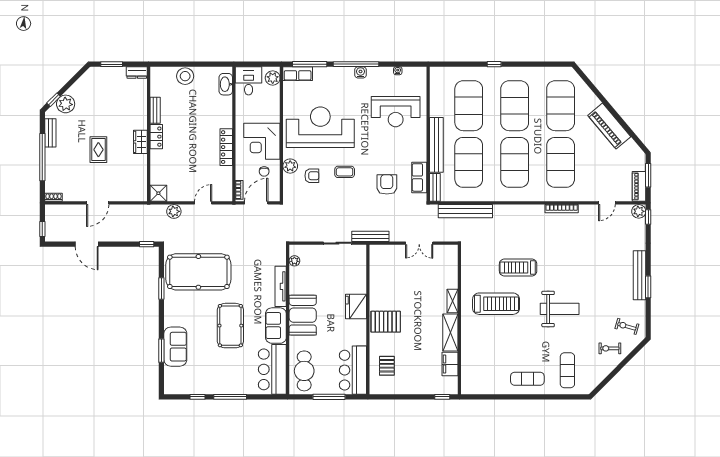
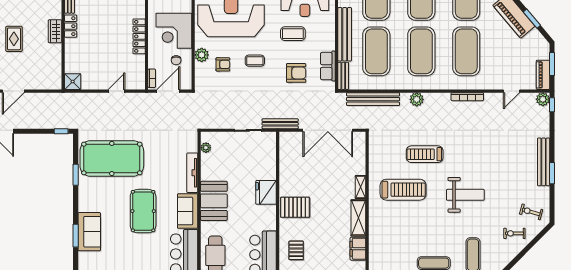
window: (628, 129) -> (532, 19), added
coffee table: (383, 144) -> (293, 34), added
armchair: (387, 184) -> (296, 73), turned 90
plant: (174, 211) -> (417, 99), moved
double door: (419, 243) -> (328, 130), width x1.87

